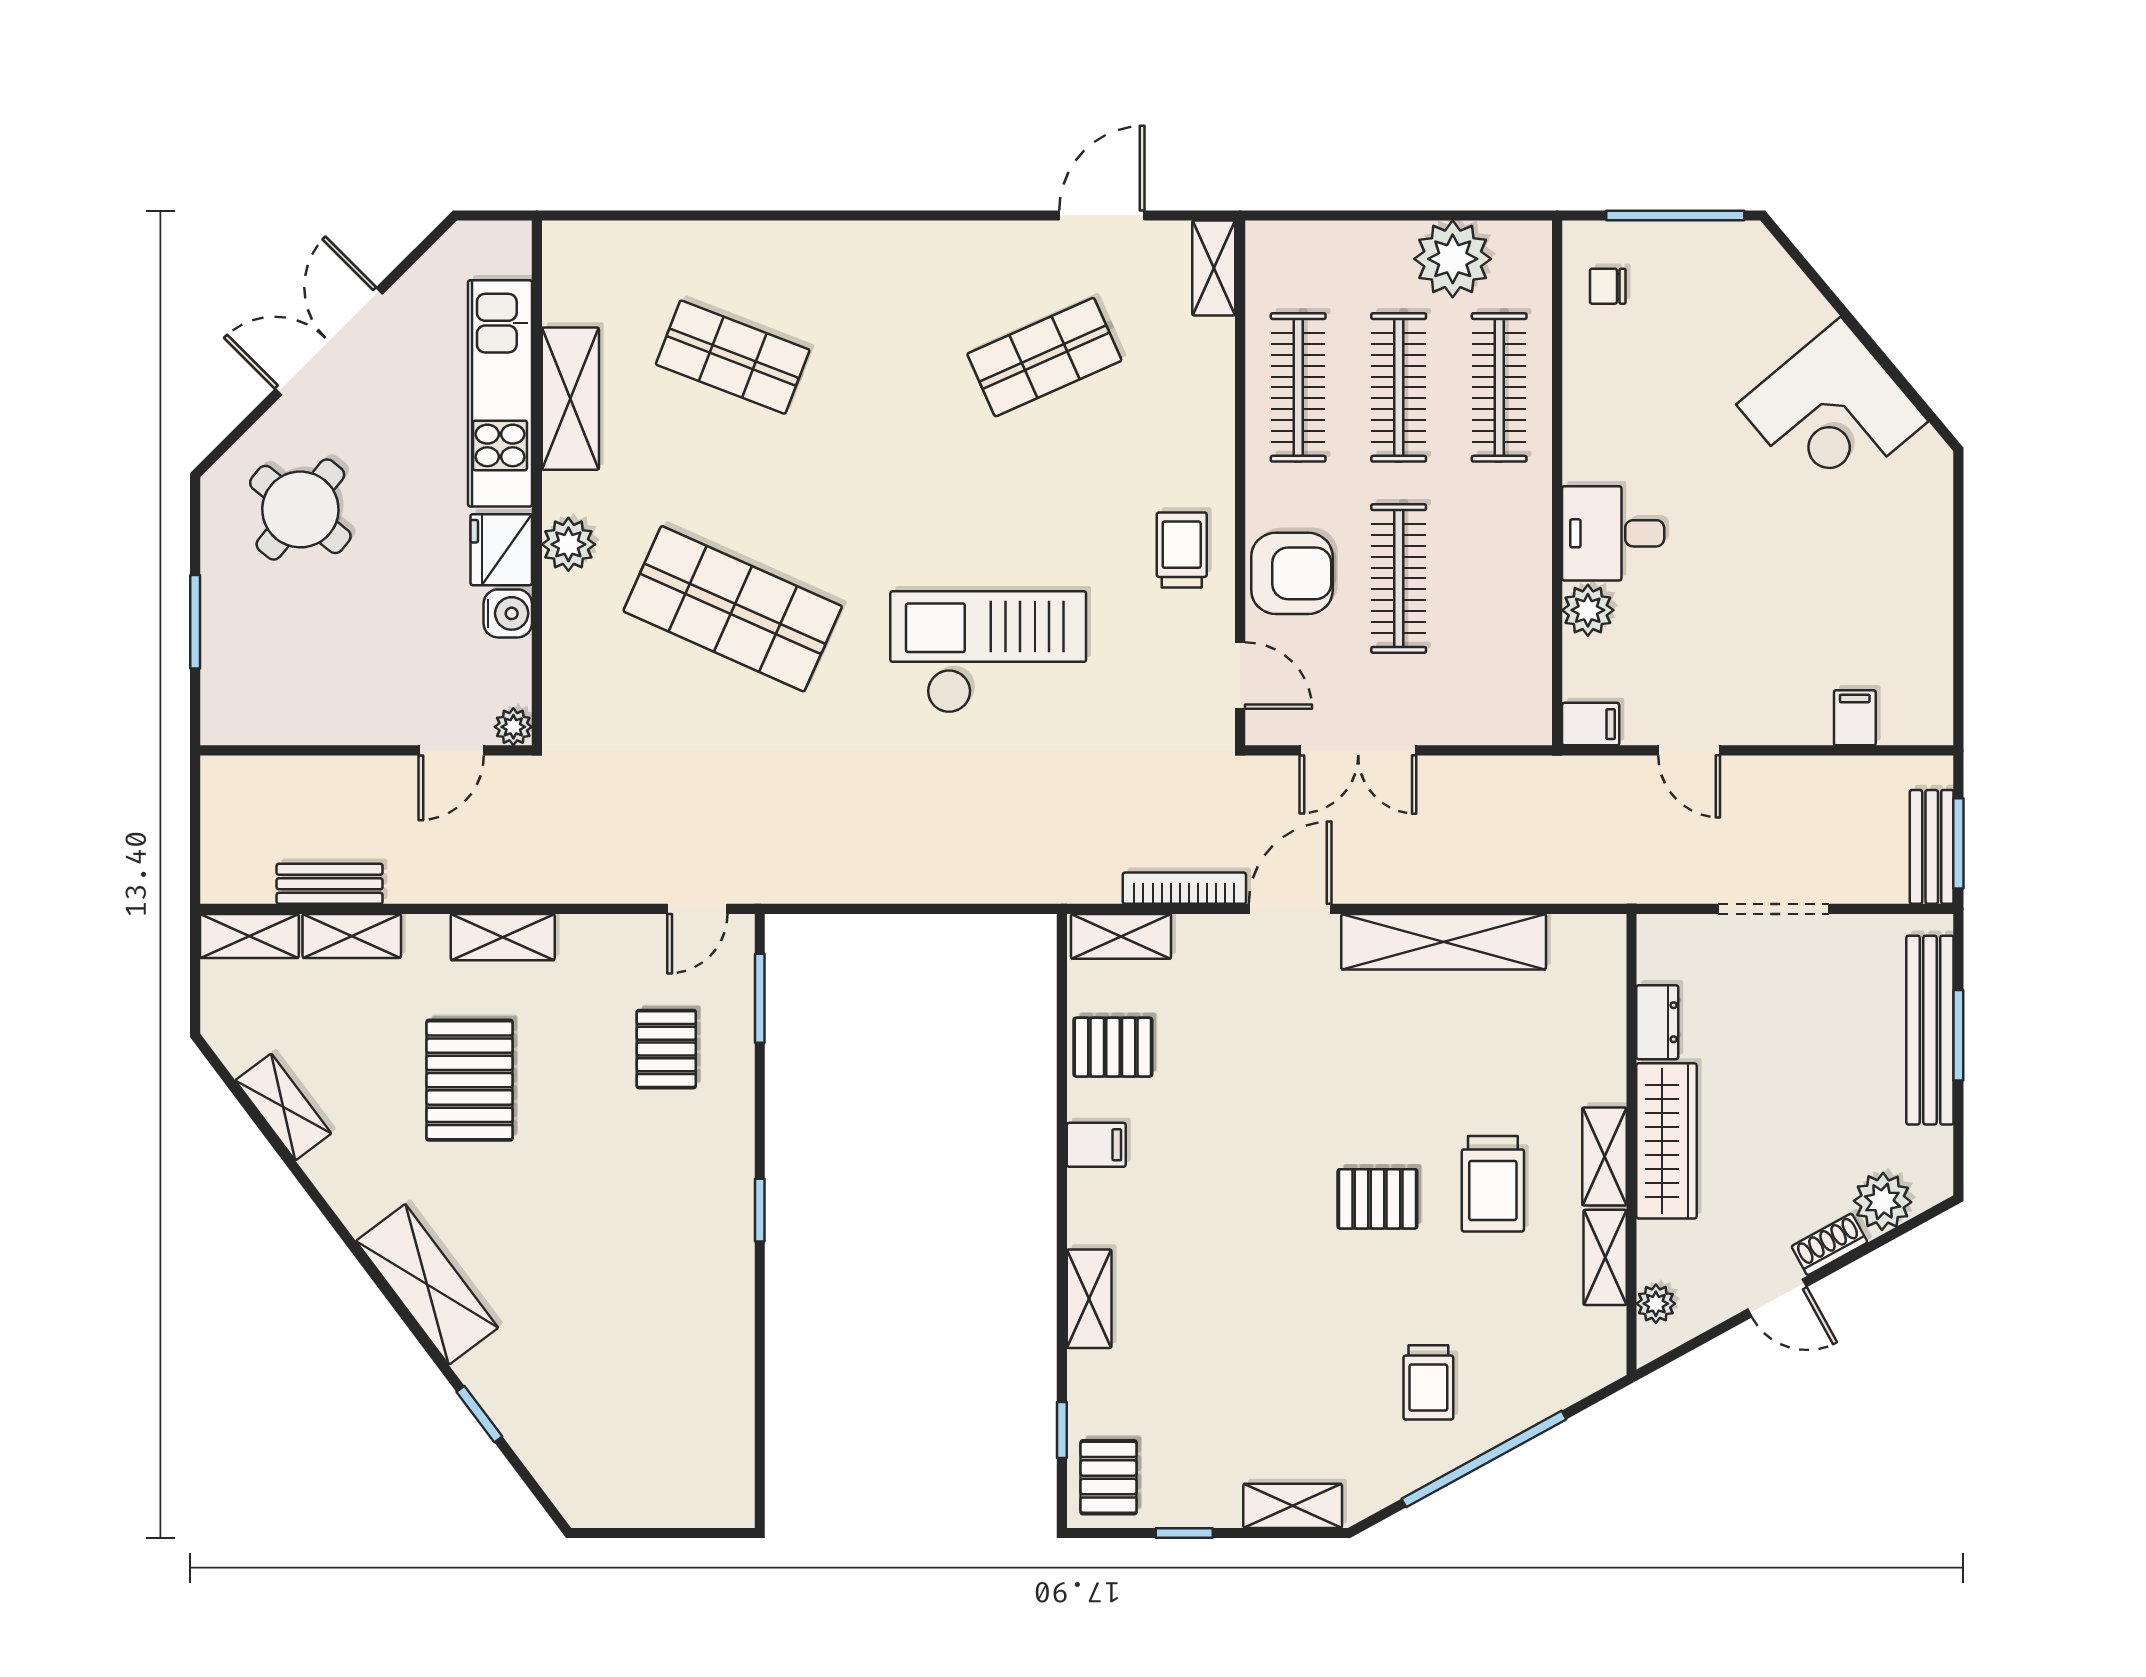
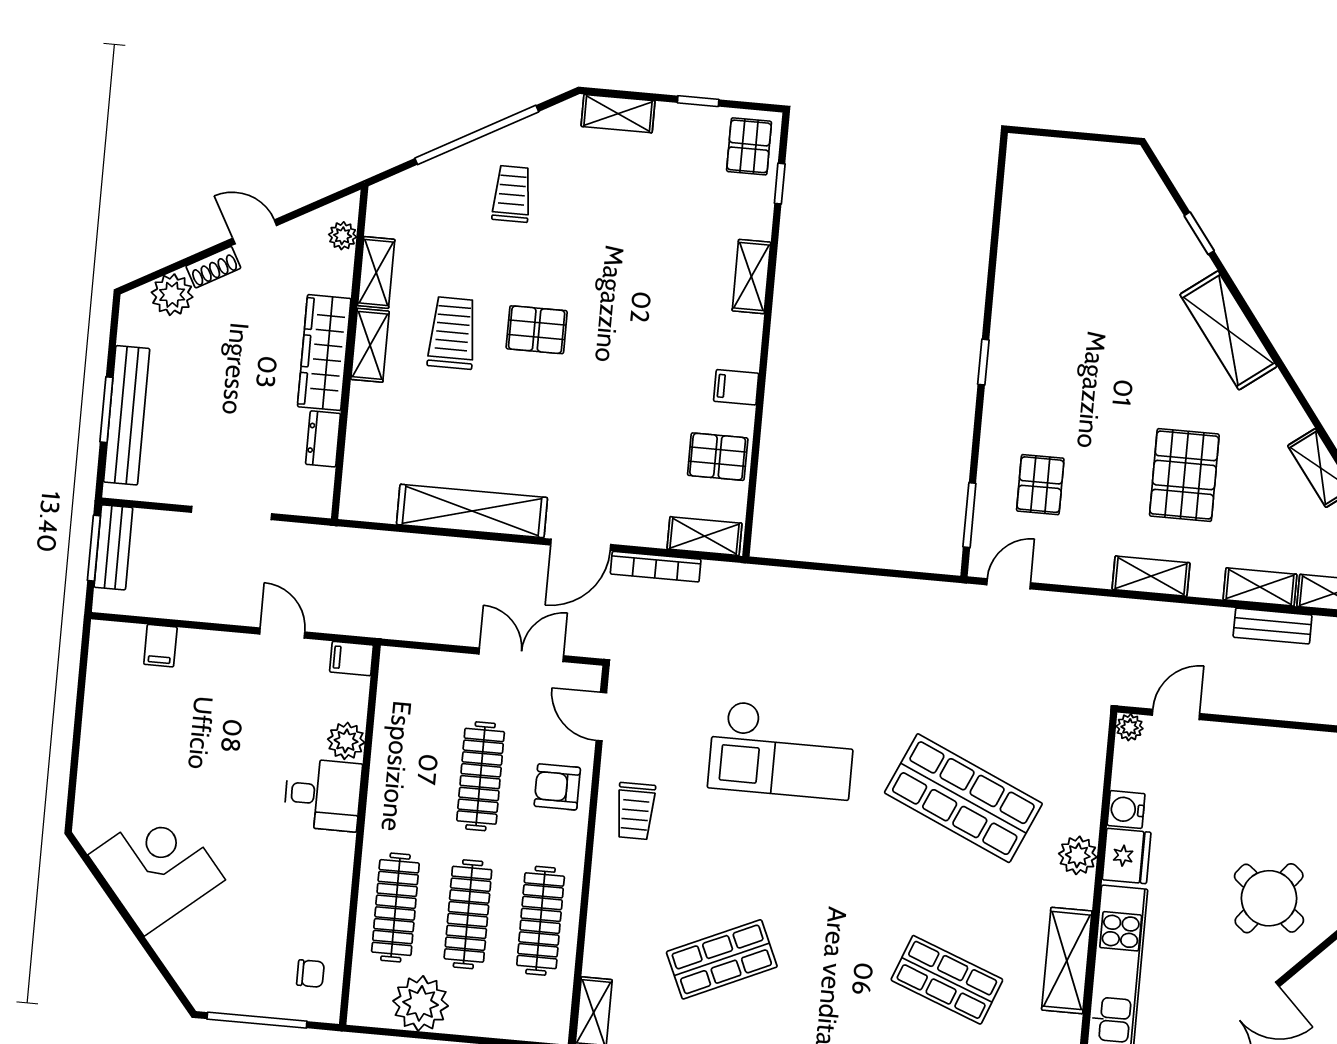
armchair: (1292, 573) -> (557, 787), width x0.72, depth x0.72

